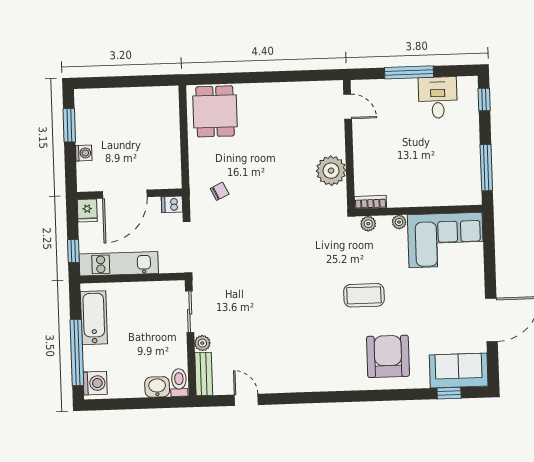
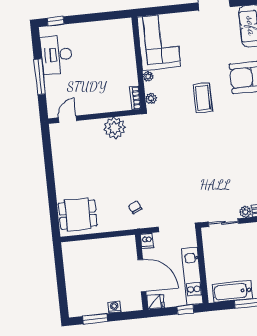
desk: (438, 98) -> (57, 55), width x1.37
window: (486, 168) -> (105, 16), removed

